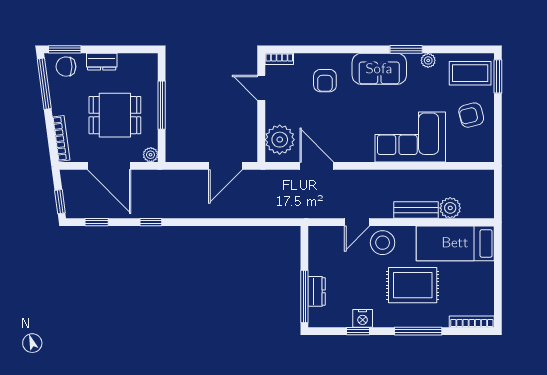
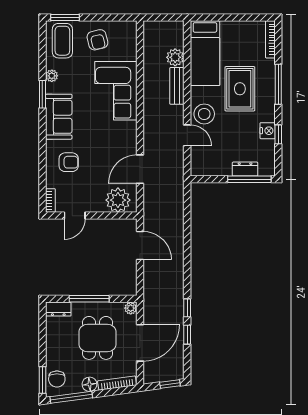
dresser: (102, 62) -> (58, 309), moved, turned 90
floor lamp: (60, 106) -> (89, 384), added
window: (97, 222) -> (187, 335), moved

